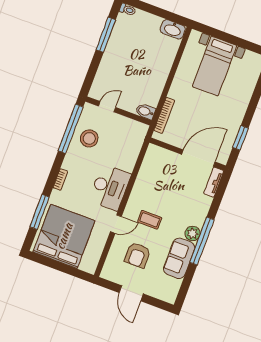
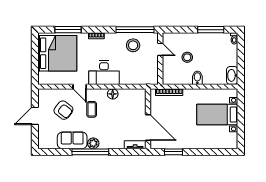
stool: (129, 77) -> (187, 57), added
bidet: (145, 111) -> (197, 78), moved
floor lamp: (140, 186) -> (113, 94), added
armchair: (137, 255) -> (63, 110), turned -142

